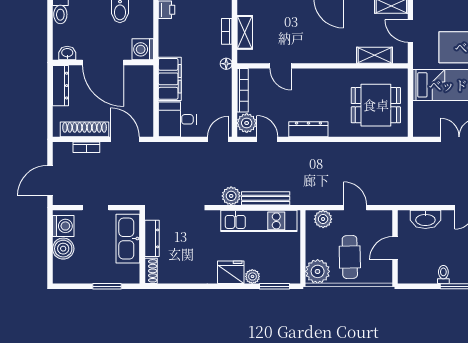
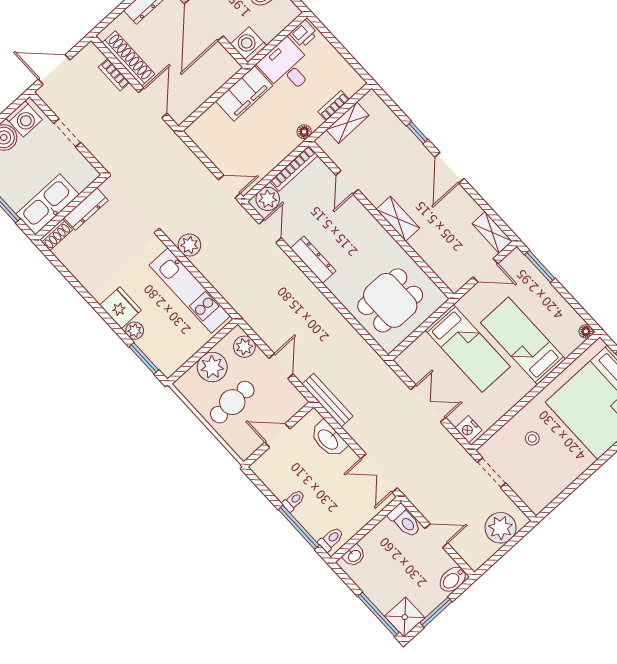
door: (410, 31) -> (485, 270), swing flipped
shelving: (375, 55) -> (398, 219), moved
dining table: (376, 105) -> (390, 300), turned 90
desk: (177, 119) -> (287, 67), moved
bench: (266, 198) -> (327, 400), moved
kitchen sink: (128, 239) -> (48, 204), moved
plant: (318, 271) -> (212, 367), moved

